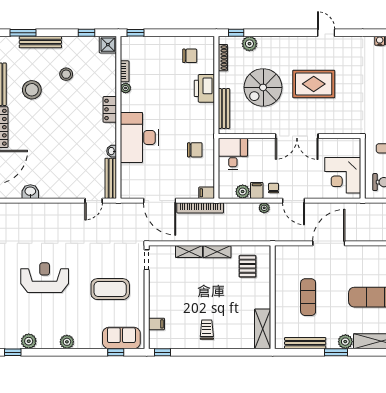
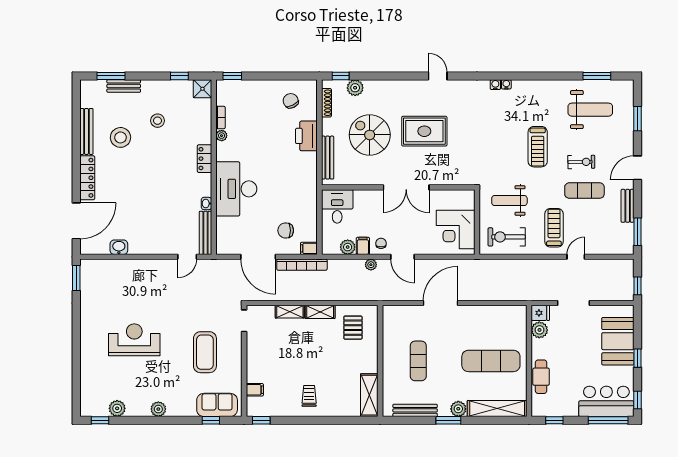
bench: (40, 42) -> (124, 86), width x0.73
chair: (190, 56) -> (291, 101), turned -116
spiral stairs: (263, 87) -> (370, 135), turned 90
chair: (195, 150) -> (286, 230), moved, turned 180
coffee table: (110, 289) -> (205, 352), turned 90

